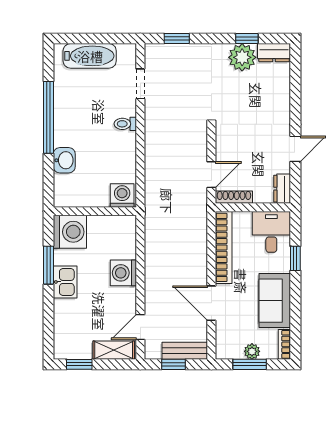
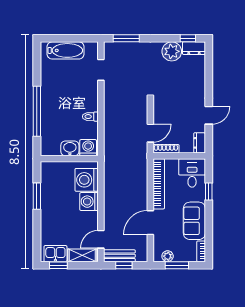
window: (177, 38) -> (126, 38), width x1.50
window: (247, 38) -> (188, 38), moved
window: (48, 117) -> (37, 111), moved
toilet: (125, 124) -> (90, 117), moved
washbasin: (64, 160) -> (70, 148), moved, turned -90
washing machine: (70, 232) -> (87, 180), moved, turned 180
kitchen sink: (65, 282) -> (55, 254), moved, turned -90
door: (211, 303) -> (150, 223), hinge flipped
bench: (185, 351) -> (119, 256), moved
plant: (252, 351) -> (168, 256), moved

